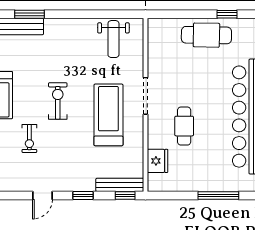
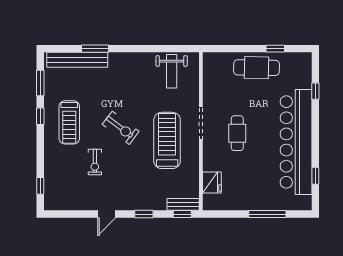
exercise bike: (58, 101) -> (121, 128), turned 127
cafe table: (184, 126) -> (237, 133), moved
bench: (120, 185) -> (183, 204), width x0.73

